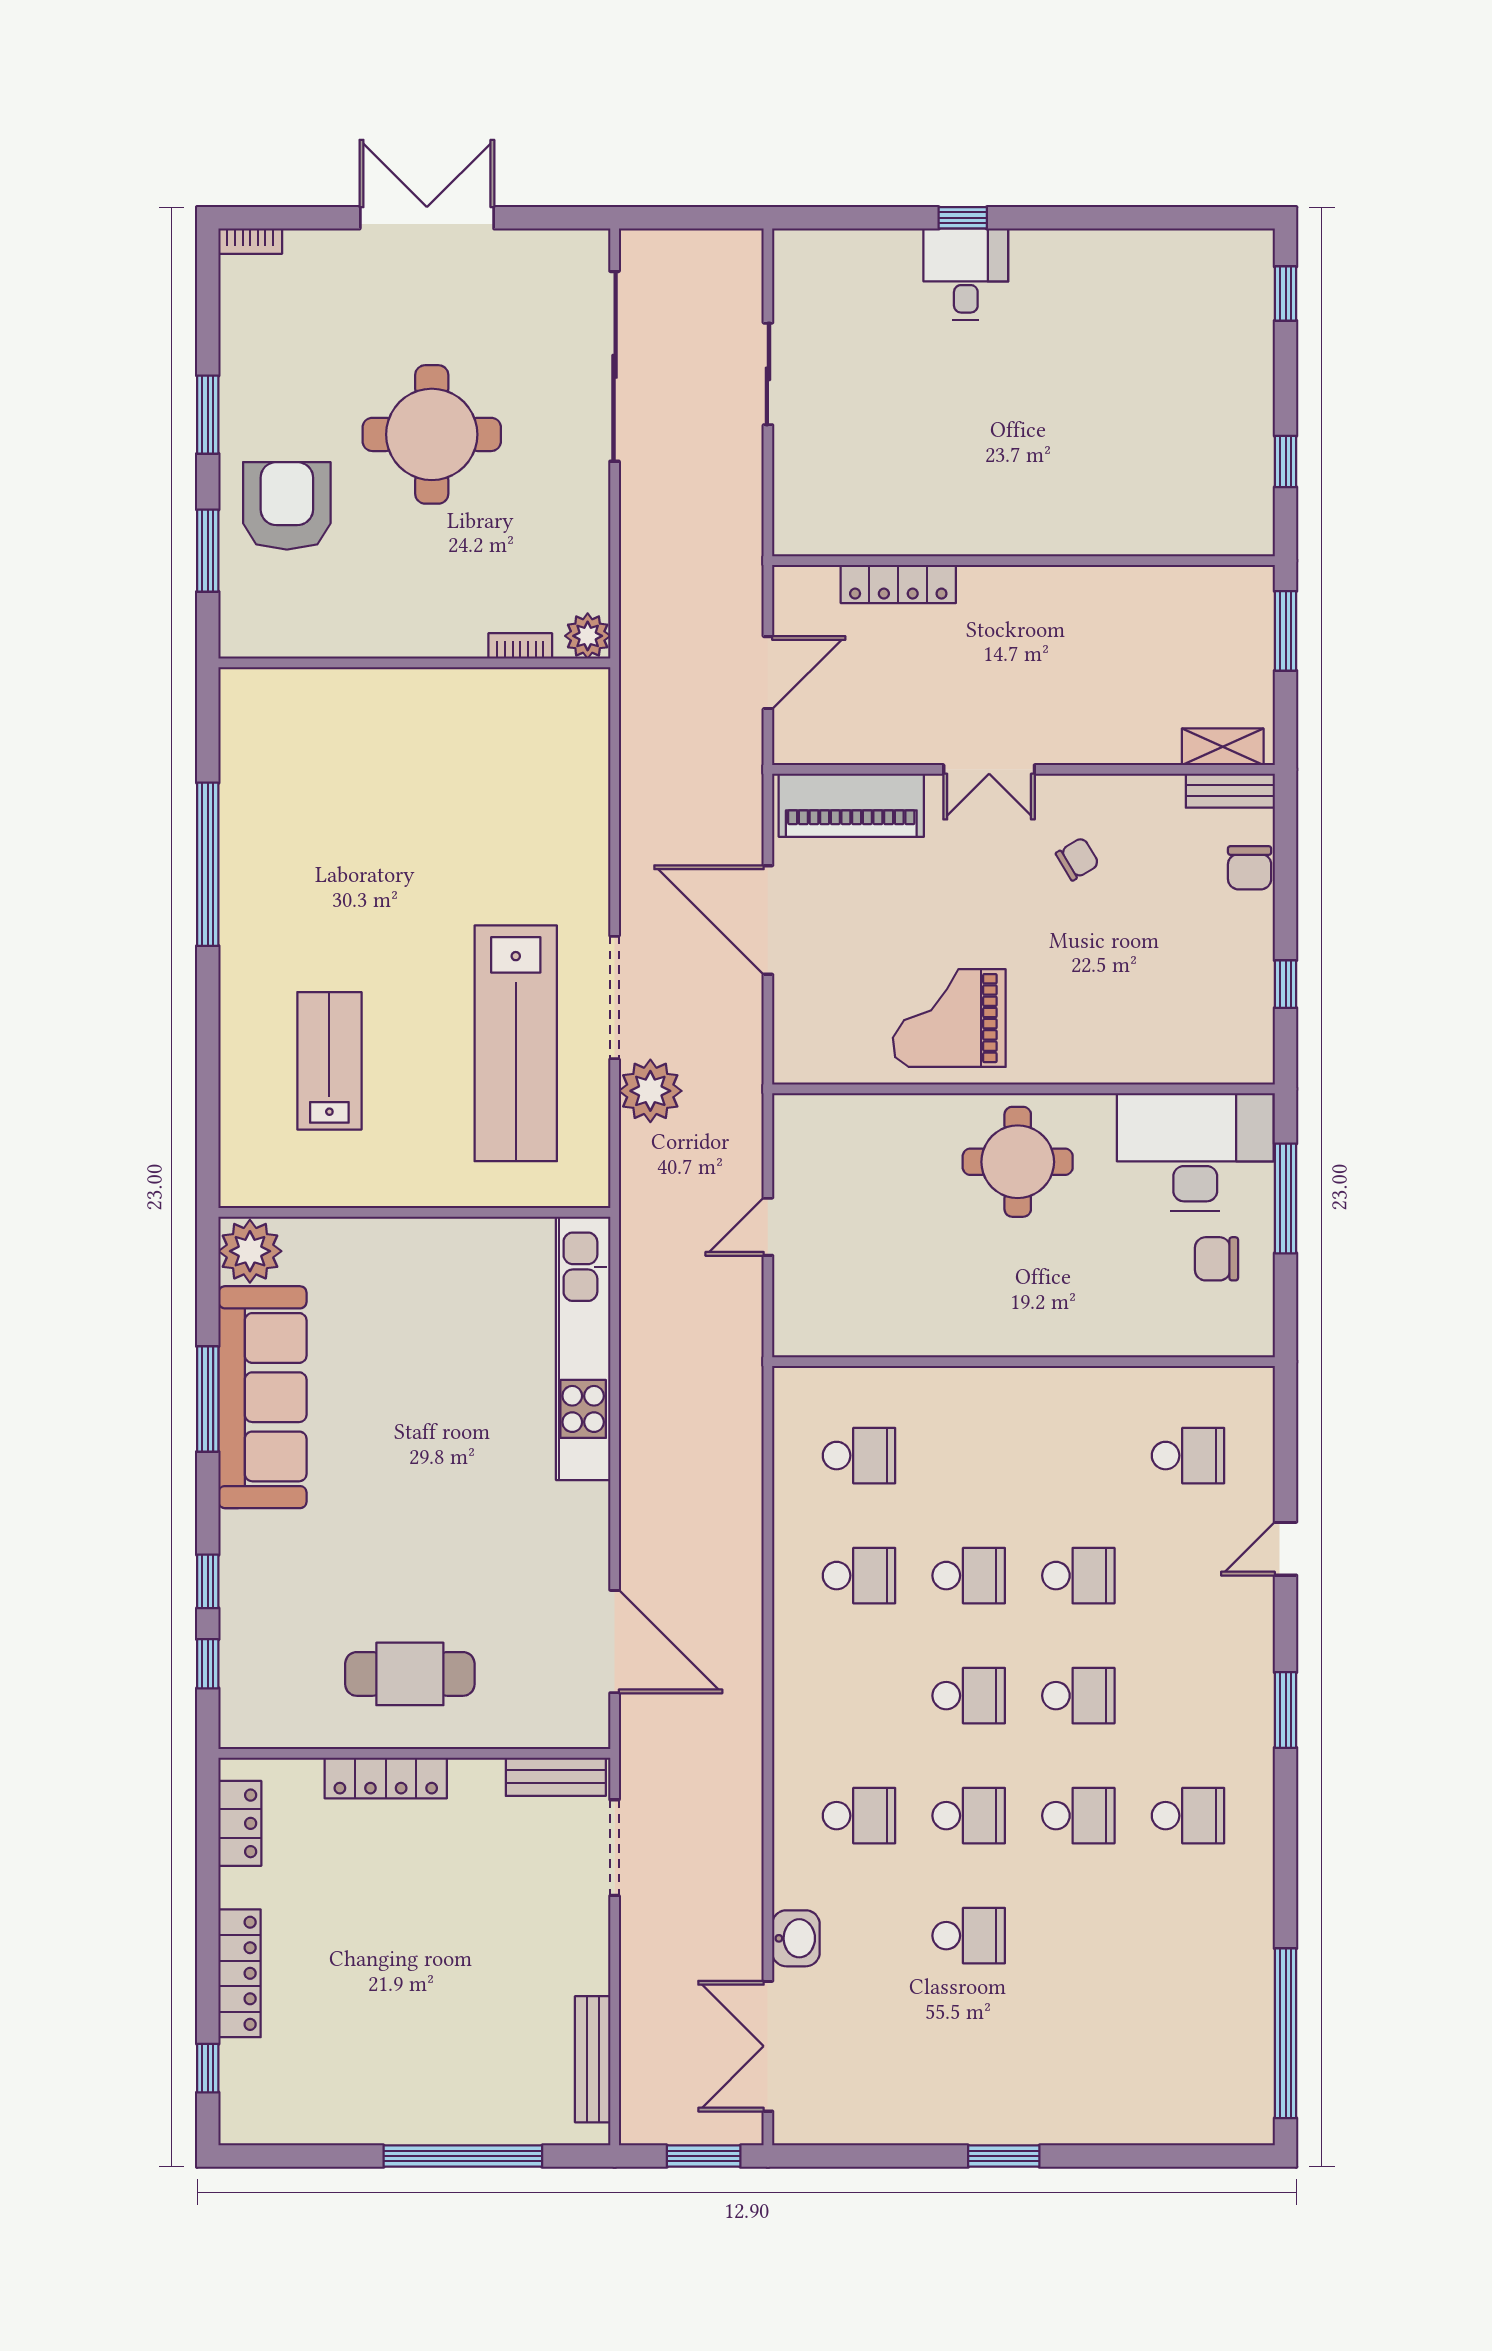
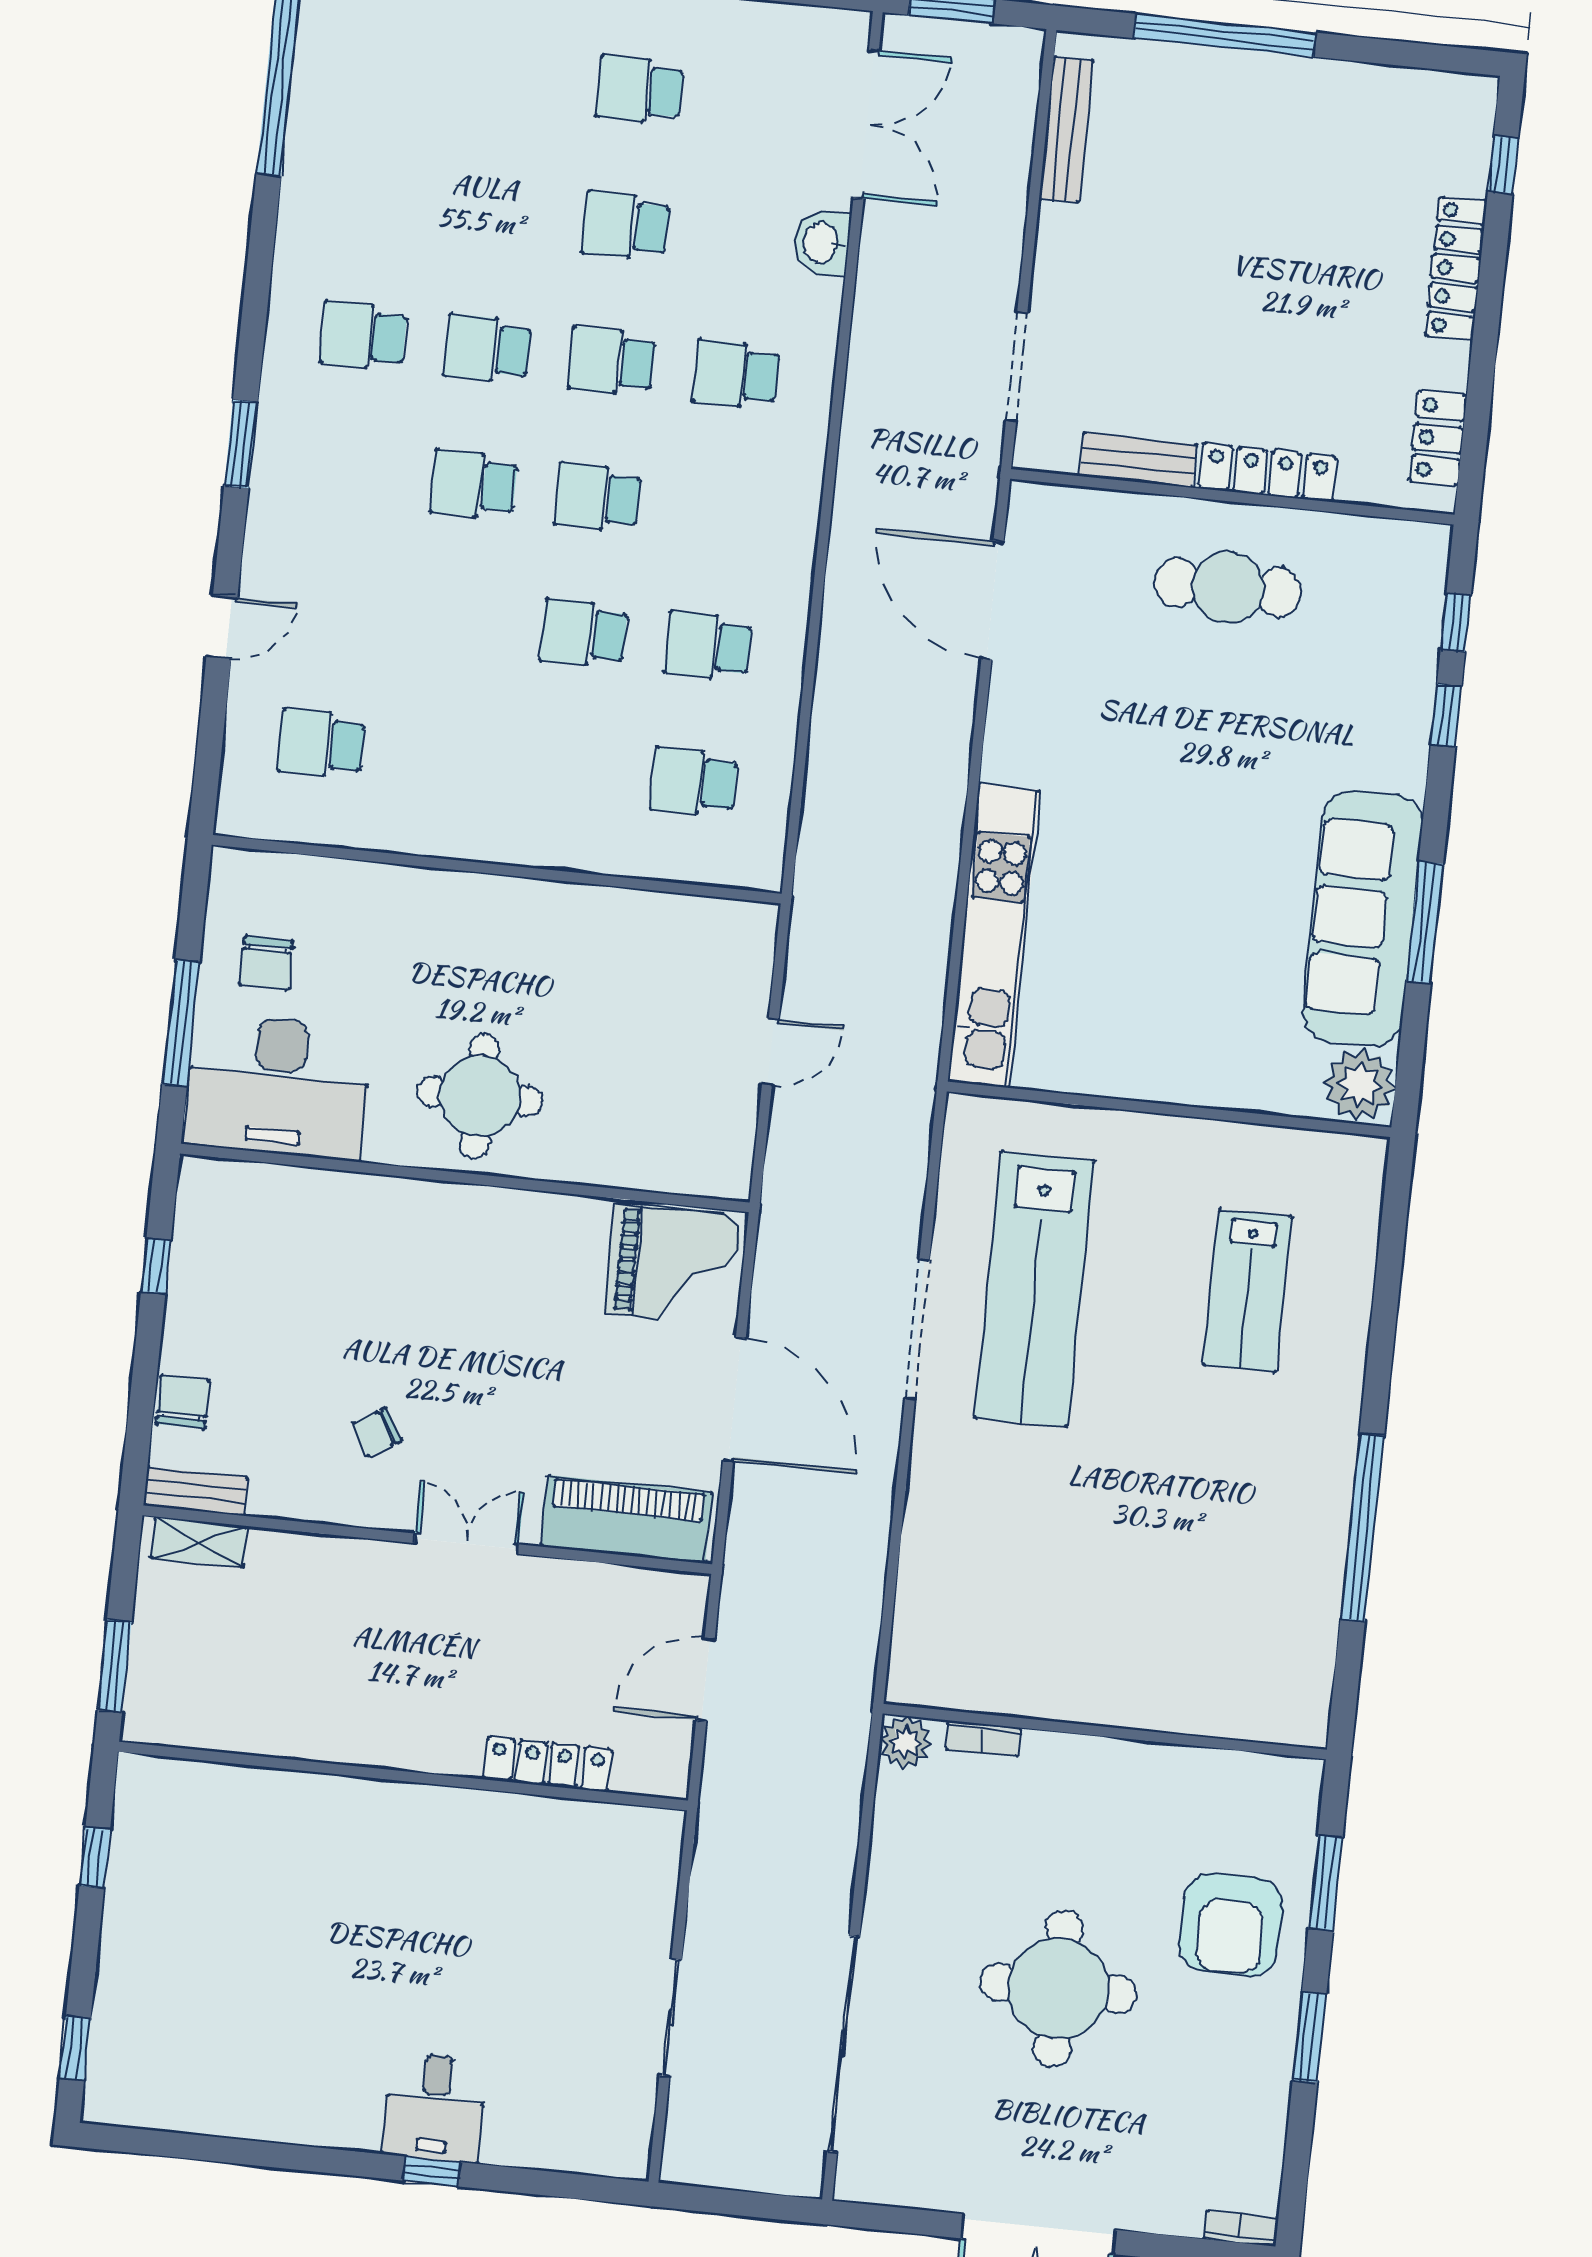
grand piano: (949, 1018) -> (673, 1264), moved
lab bench: (516, 1043) -> (1034, 1289), turned 180
plant: (650, 1091) -> (888, 1219), removed
chair: (1216, 1259) -> (266, 963), turned 90
school desk: (1078, 1576) -> (640, 90), moved
bench: (556, 1777) -> (1138, 460), moved

